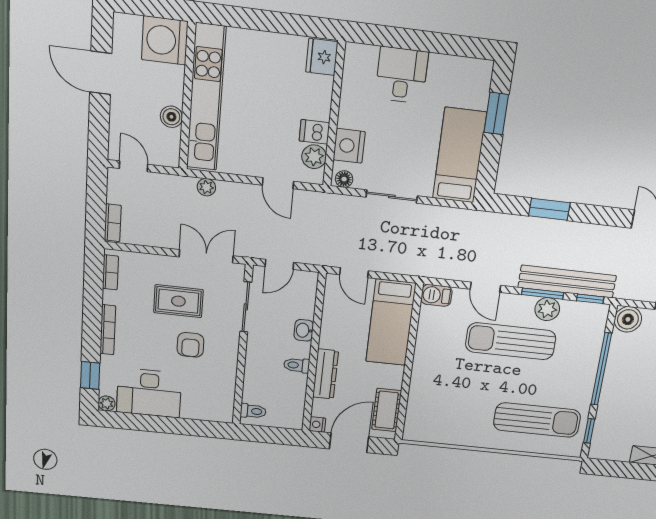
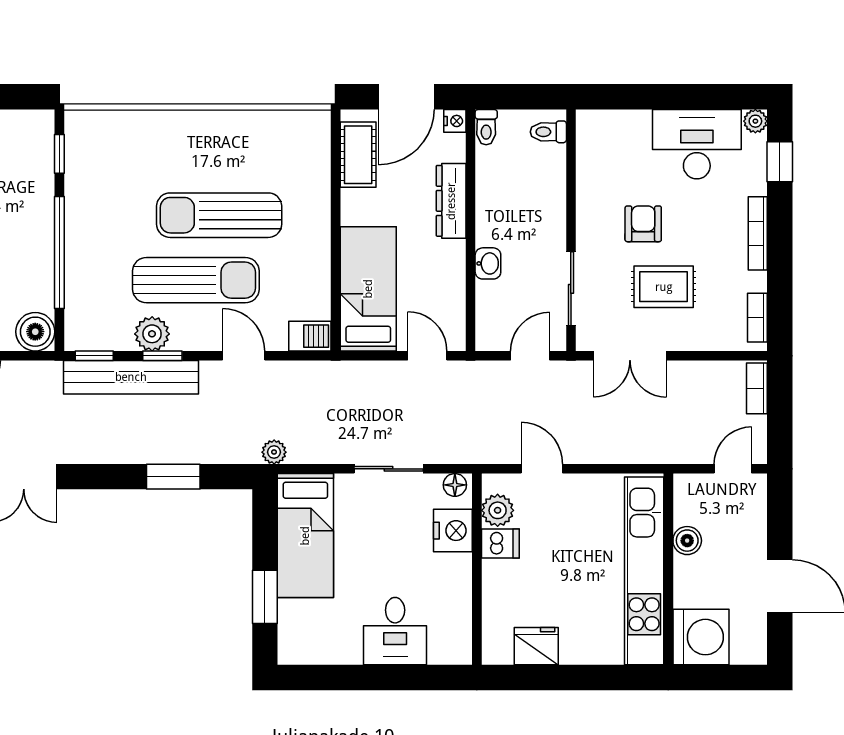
fridge: (322, 57) -> (536, 646), moved, turned -90
door: (134, 166) -> (733, 469), swing flipped
plant: (206, 187) -> (274, 452), moved
window: (543, 294) -> (162, 356), width x0.67
toilet: (297, 365) -> (486, 127), moved, turned 90
sun lounger: (537, 420) -> (219, 215), moved

